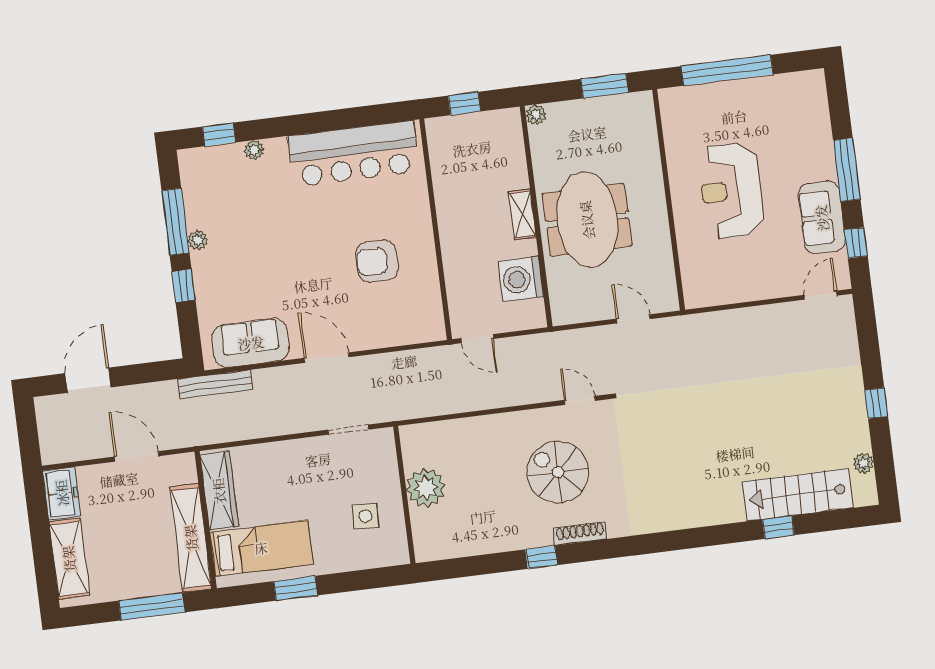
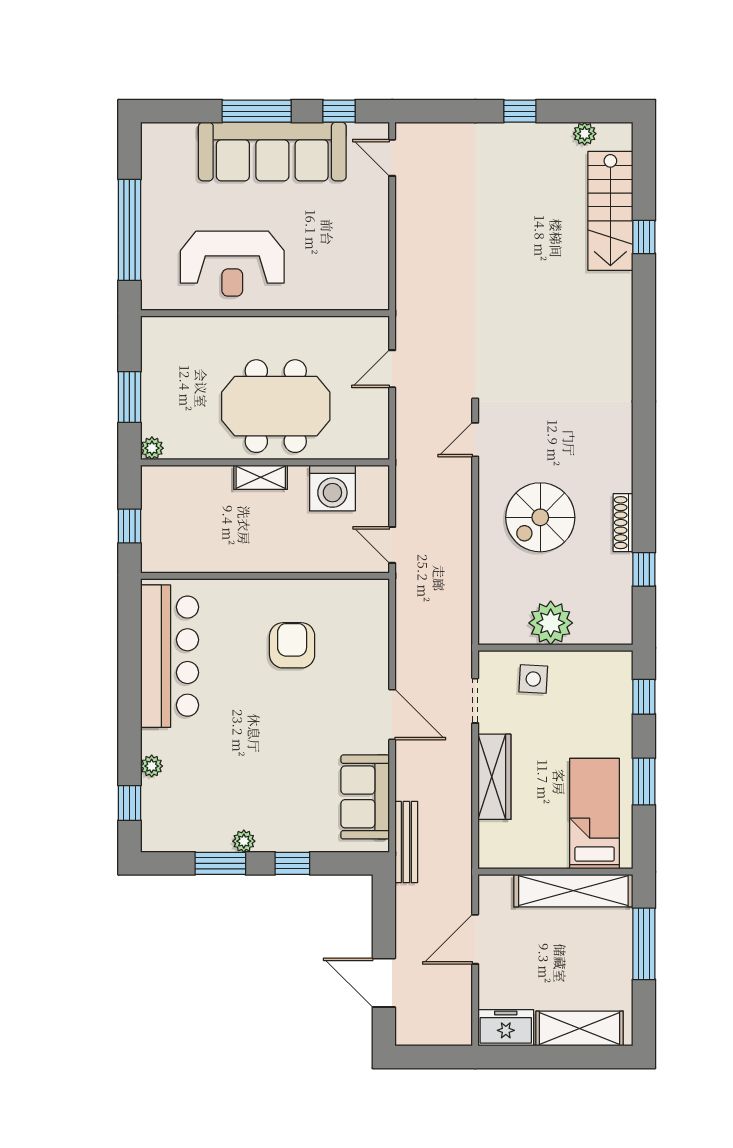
window: (604, 86) -> (129, 397), moved
reception desk: (731, 191) -> (232, 264), moved
sofa: (822, 218) -> (272, 152), width x1.85, depth x1.27
window: (175, 222) -> (220, 863), width x0.69
armchair: (377, 261) -> (292, 645), turned 180
door: (477, 339) -> (392, 545), swing flipped
door: (327, 358) -> (392, 715), swing flipped
spiral stairs: (558, 472) -> (540, 517), moved
wardrobe: (219, 491) -> (494, 777), moved, turned 90
side table: (365, 516) -> (533, 679), moved
shoe rack: (580, 534) -> (623, 523), moved
window: (541, 557) -> (644, 569), moved
window: (371, 579) -> (644, 697), added

